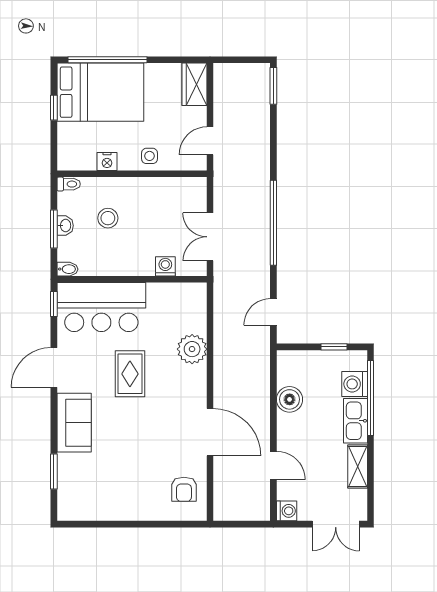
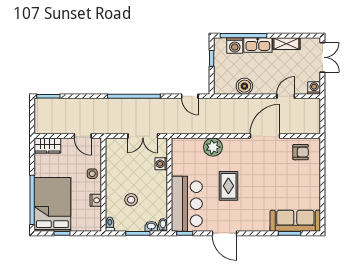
washbasin: (65, 226) -> (151, 226), moved
rug: (130, 374) -> (228, 186), turned 90
sofa: (74, 423) -> (295, 221), moved, width x1.36

